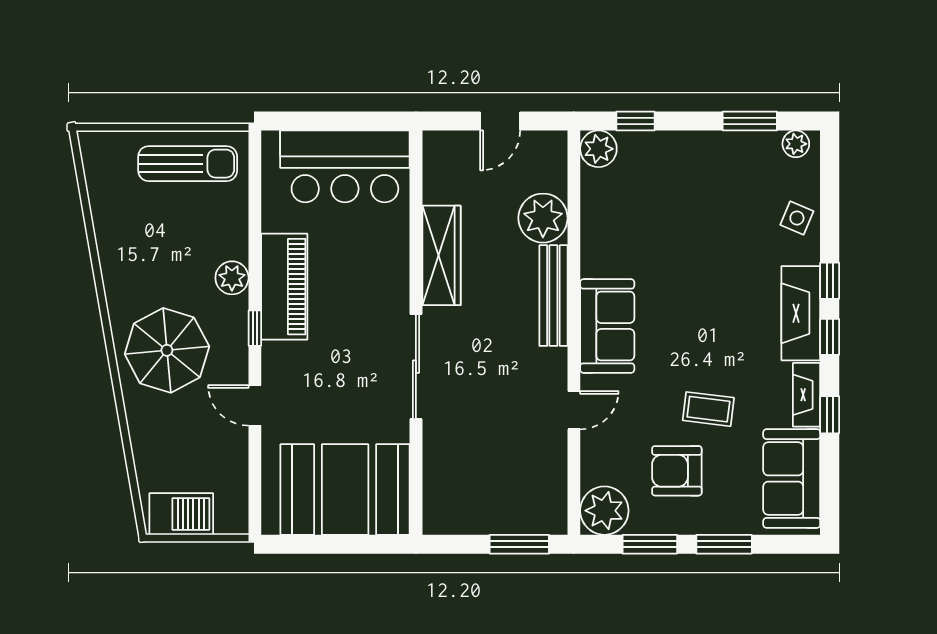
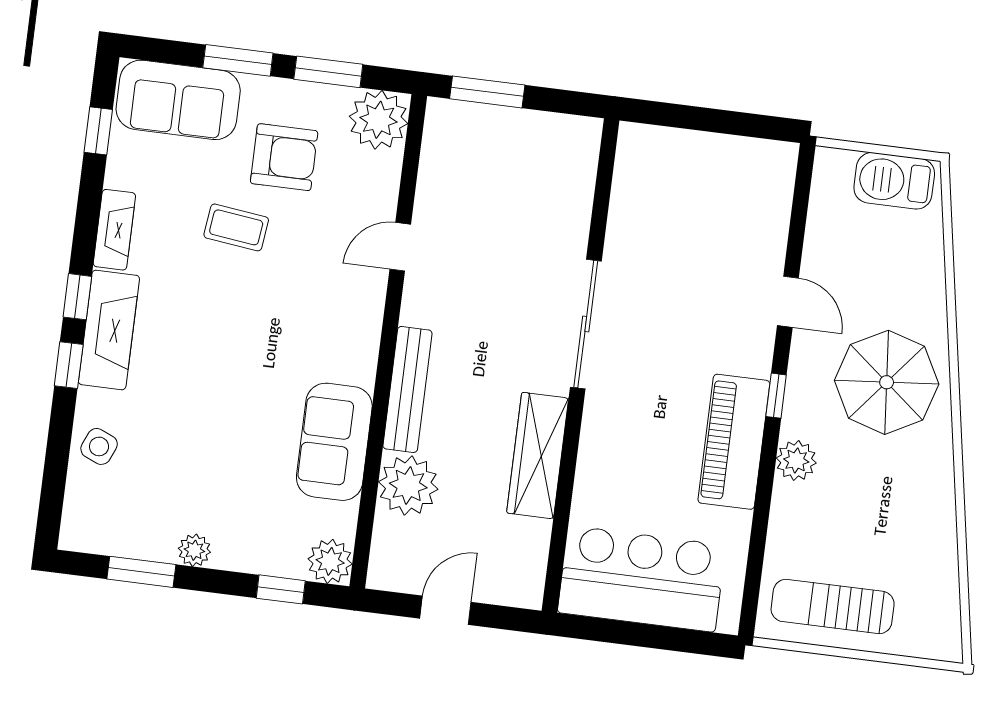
plant: (796, 144) -> (194, 550), moved
sofa: (607, 326) -> (334, 442), moved
window: (830, 415) -> (98, 131), moved
sofa: (792, 479) -> (178, 100), moved, turned 90
booth: (345, 489) -> (691, 185), removed

